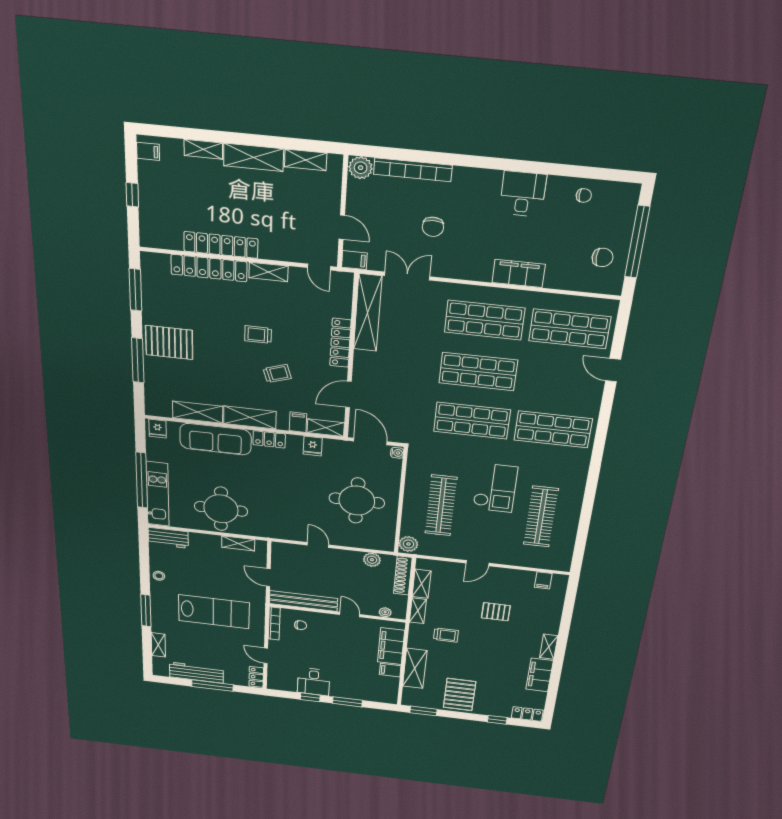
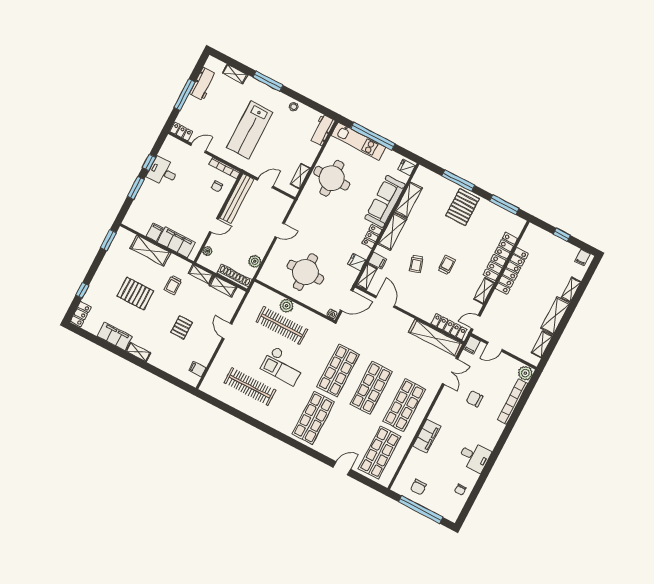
locker: (340, 343) -> (449, 327), moved
plant: (408, 544) -> (286, 306), moved
workbench: (196, 673) -> (203, 84), width x0.73
pallet: (460, 694) -> (135, 294), moved

